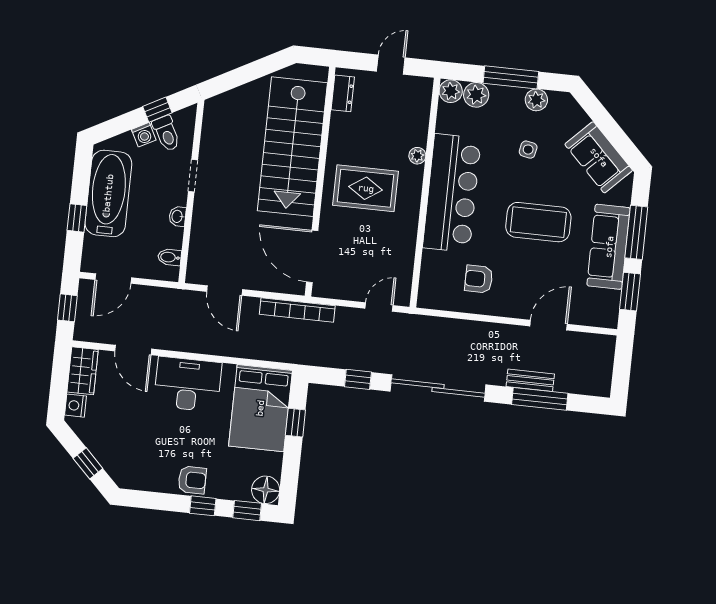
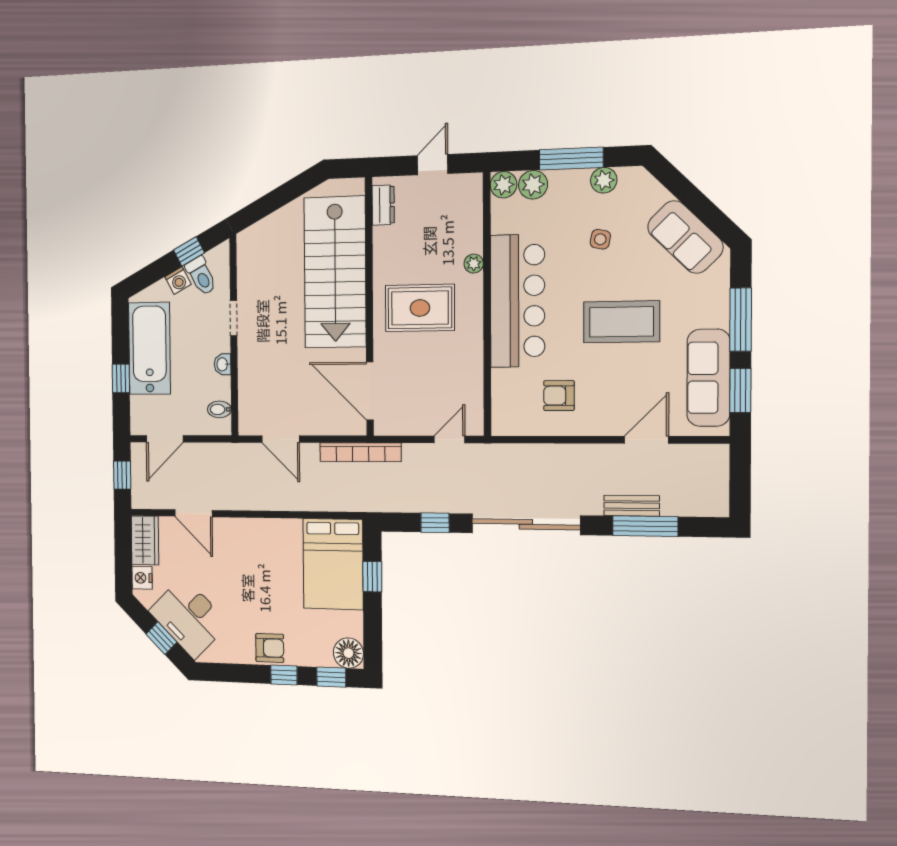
sofa: (609, 247) -> (708, 378), moved
desk: (188, 384) -> (189, 617), moved, turned -135

